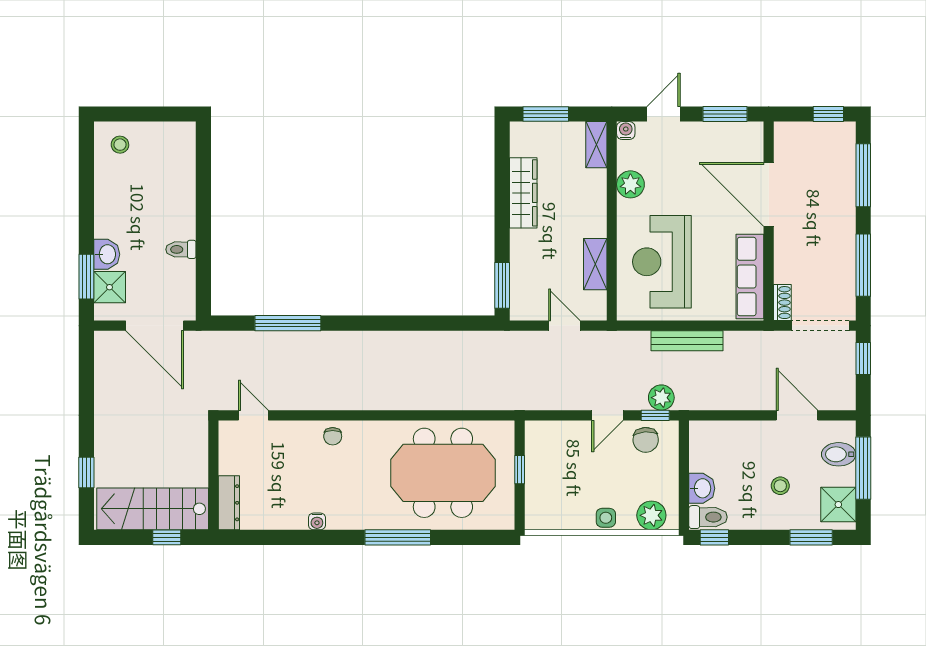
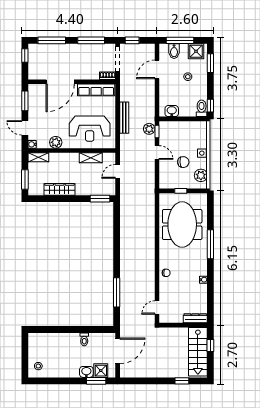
chair: (646, 440) -> (183, 162), moved
washbasin: (702, 488) -> (172, 111), moved
plant: (651, 515) -> (201, 175), moved

